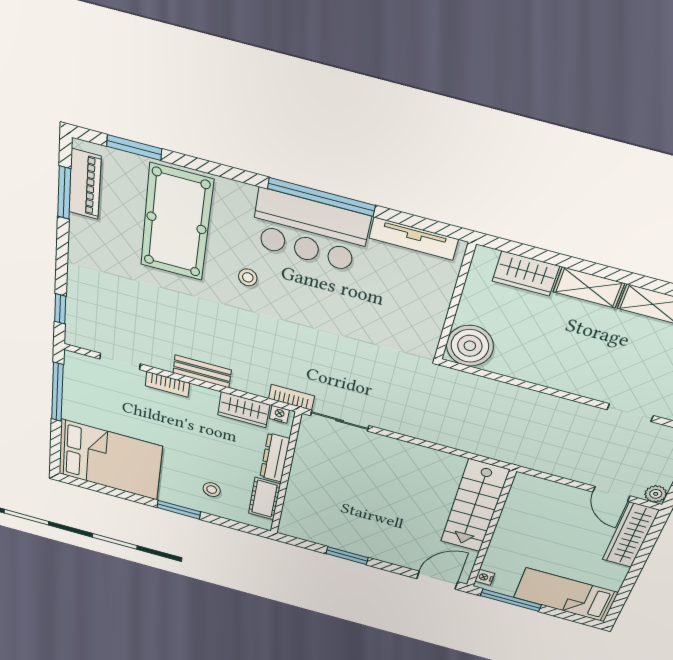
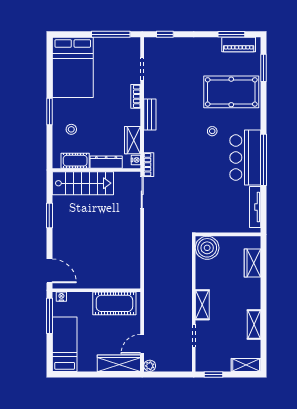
shelving: (589, 287) -> (202, 305), moved
stairs: (474, 506) -> (83, 183), moved, turned 180
cot: (523, 513) -> (114, 303), added

